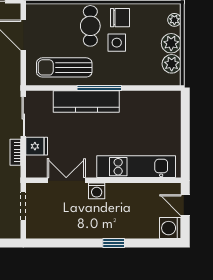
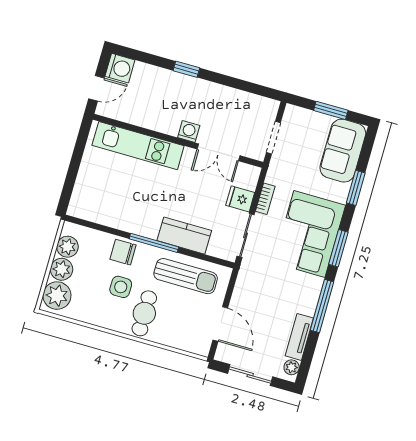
chair: (120, 18) -> (123, 252), moved
plant: (174, 20) -> (57, 296), width x1.88, depth x1.88
kitchen counter: (86, 102) -> (184, 236), width x0.67
door: (185, 205) -> (96, 88), hinge flipped

